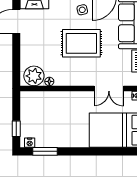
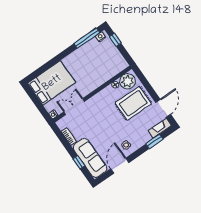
rug: (81, 43) -> (133, 103), moved
window: (45, 151) -> (87, 38), width x1.44

